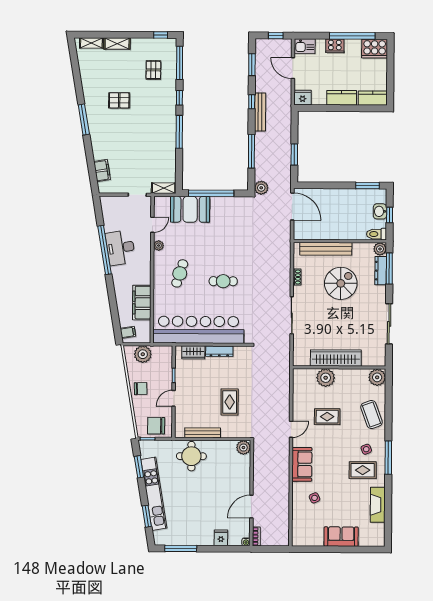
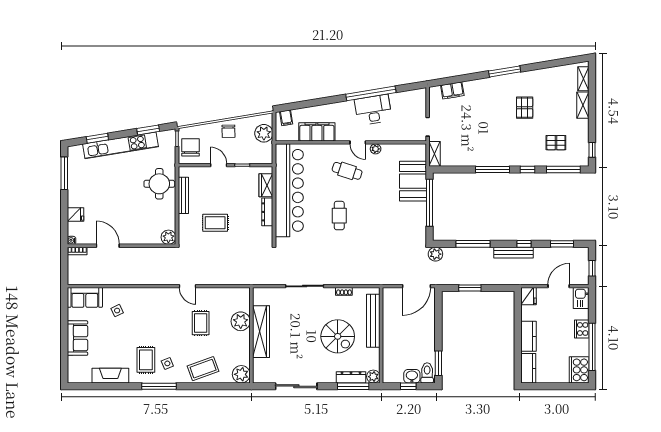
door: (152, 225) -> (358, 142), moved
toilet: (377, 234) -> (427, 373), moved
sofa: (302, 464) -> (85, 297), moved

